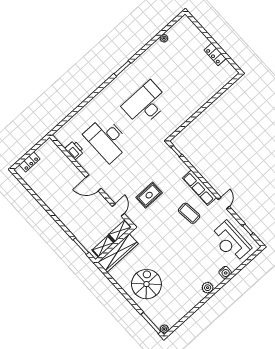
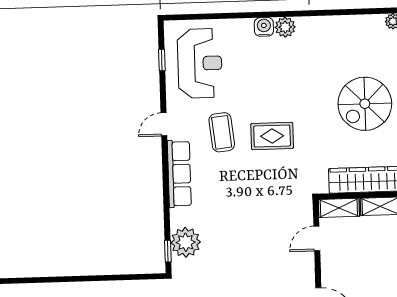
plant: (172, 161) -> (186, 242), added
rug: (149, 195) -> (272, 136), moved
coffee table: (189, 213) -> (222, 132), moved
water cooler: (225, 272) -> (264, 27), moved

